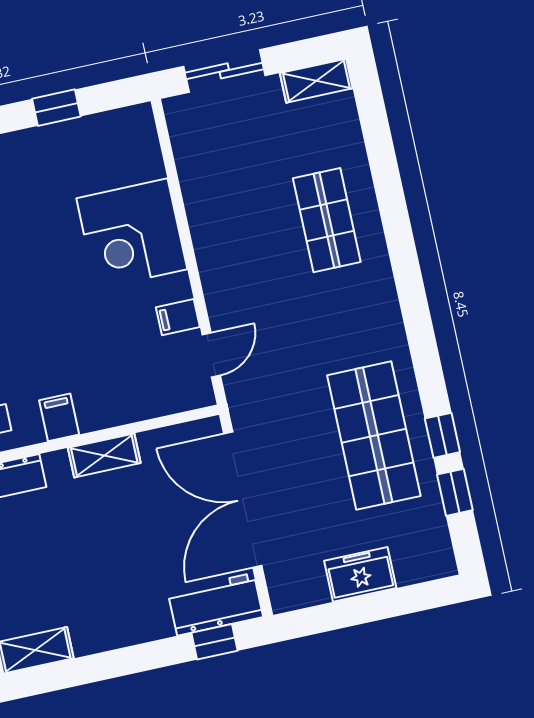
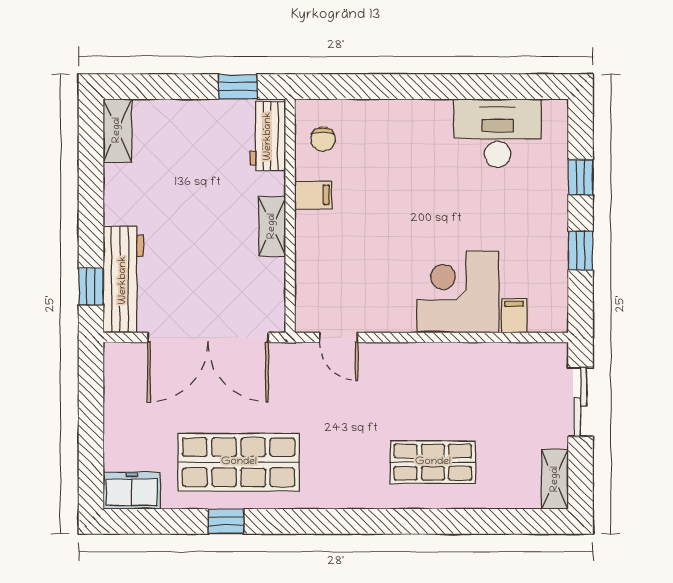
filing cabinet: (178, 317) -> (514, 316), moved
window: (455, 492) -> (175, 521), removed
double door: (243, 500) -> (208, 337), swing flipped
freezer: (360, 574) -> (132, 491), moved, turned -90
workbench: (215, 604) -> (123, 280), width x1.38

